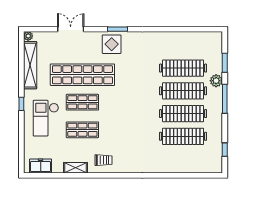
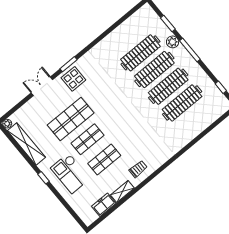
double door: (71, 29) -> (42, 86), moved
shop shelf: (82, 75) -> (71, 119), width x0.71
freezer: (41, 166) -> (104, 205), moved

